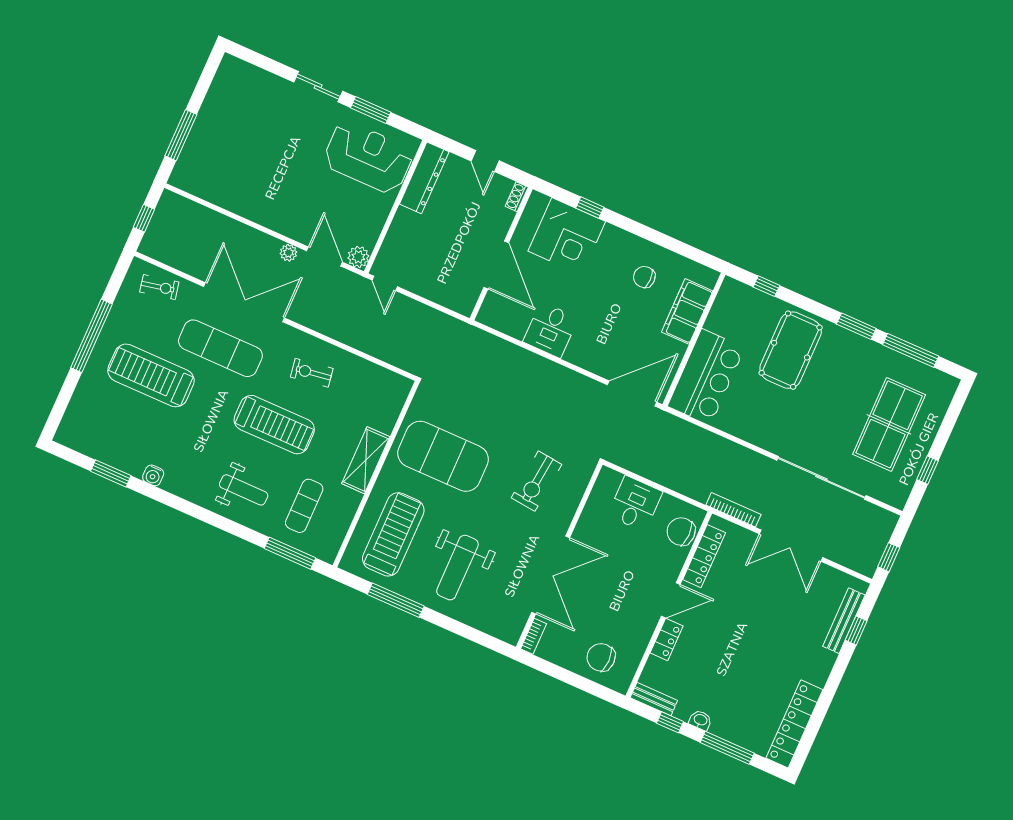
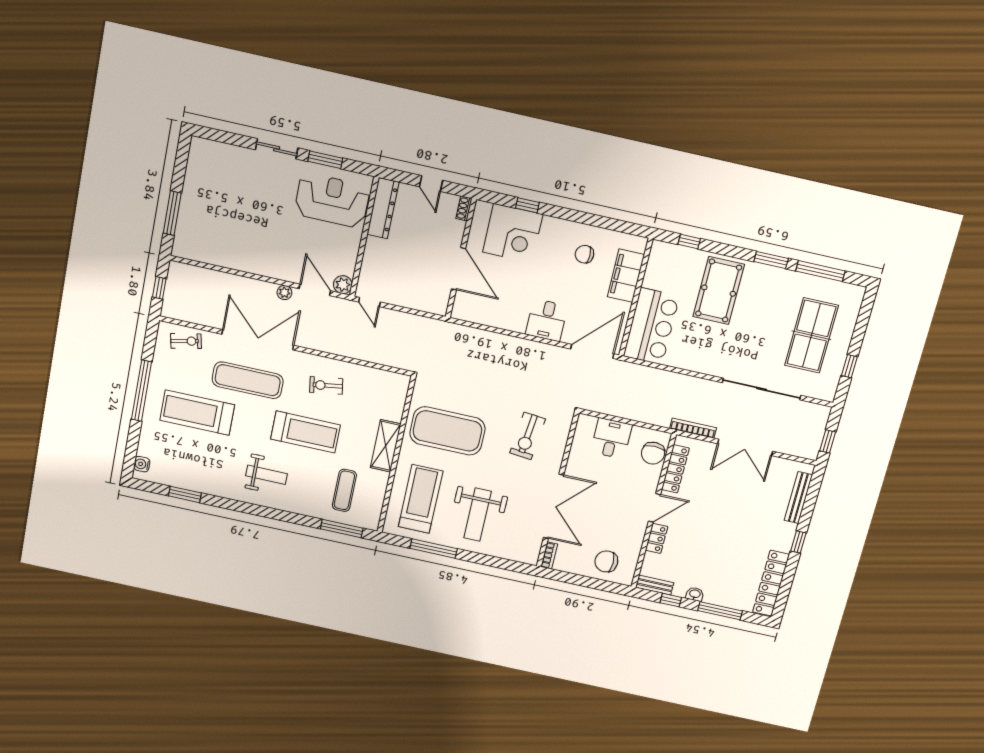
desk: (551, 330) -> (546, 320), moved
water cooler: (153, 475) -> (142, 464), moved, turned 90
weight bench: (244, 490) -> (267, 475), moved
chair: (681, 532) -> (653, 453), turned -90
window: (856, 631) -> (798, 542), moved

